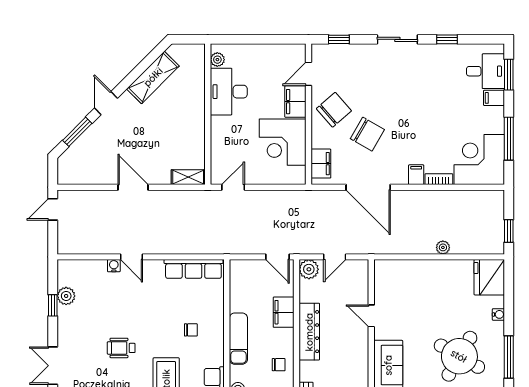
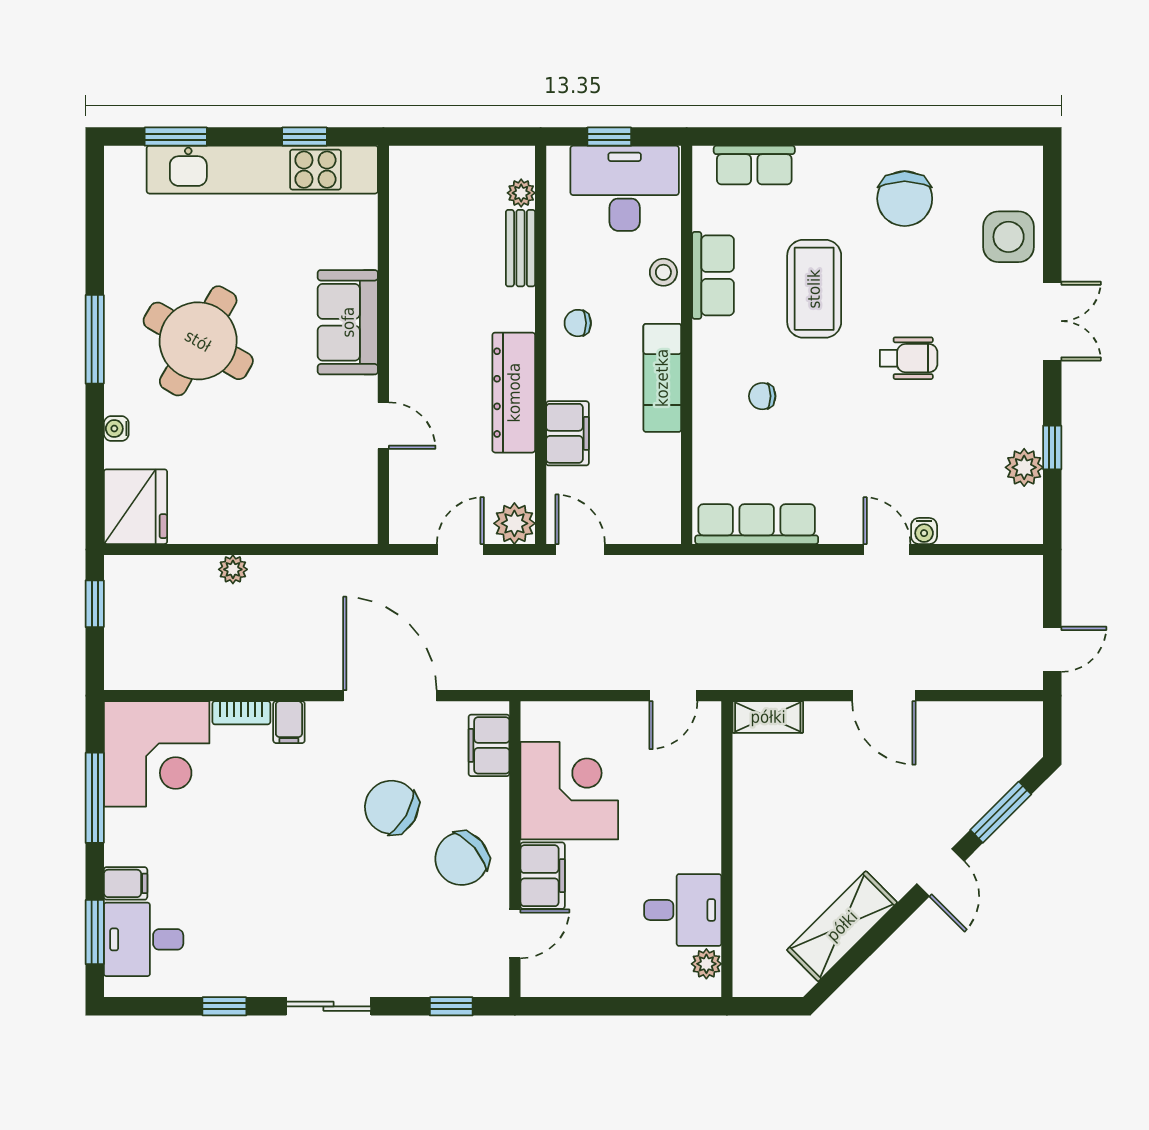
desk: (229, 92) -> (683, 910), width x0.73

